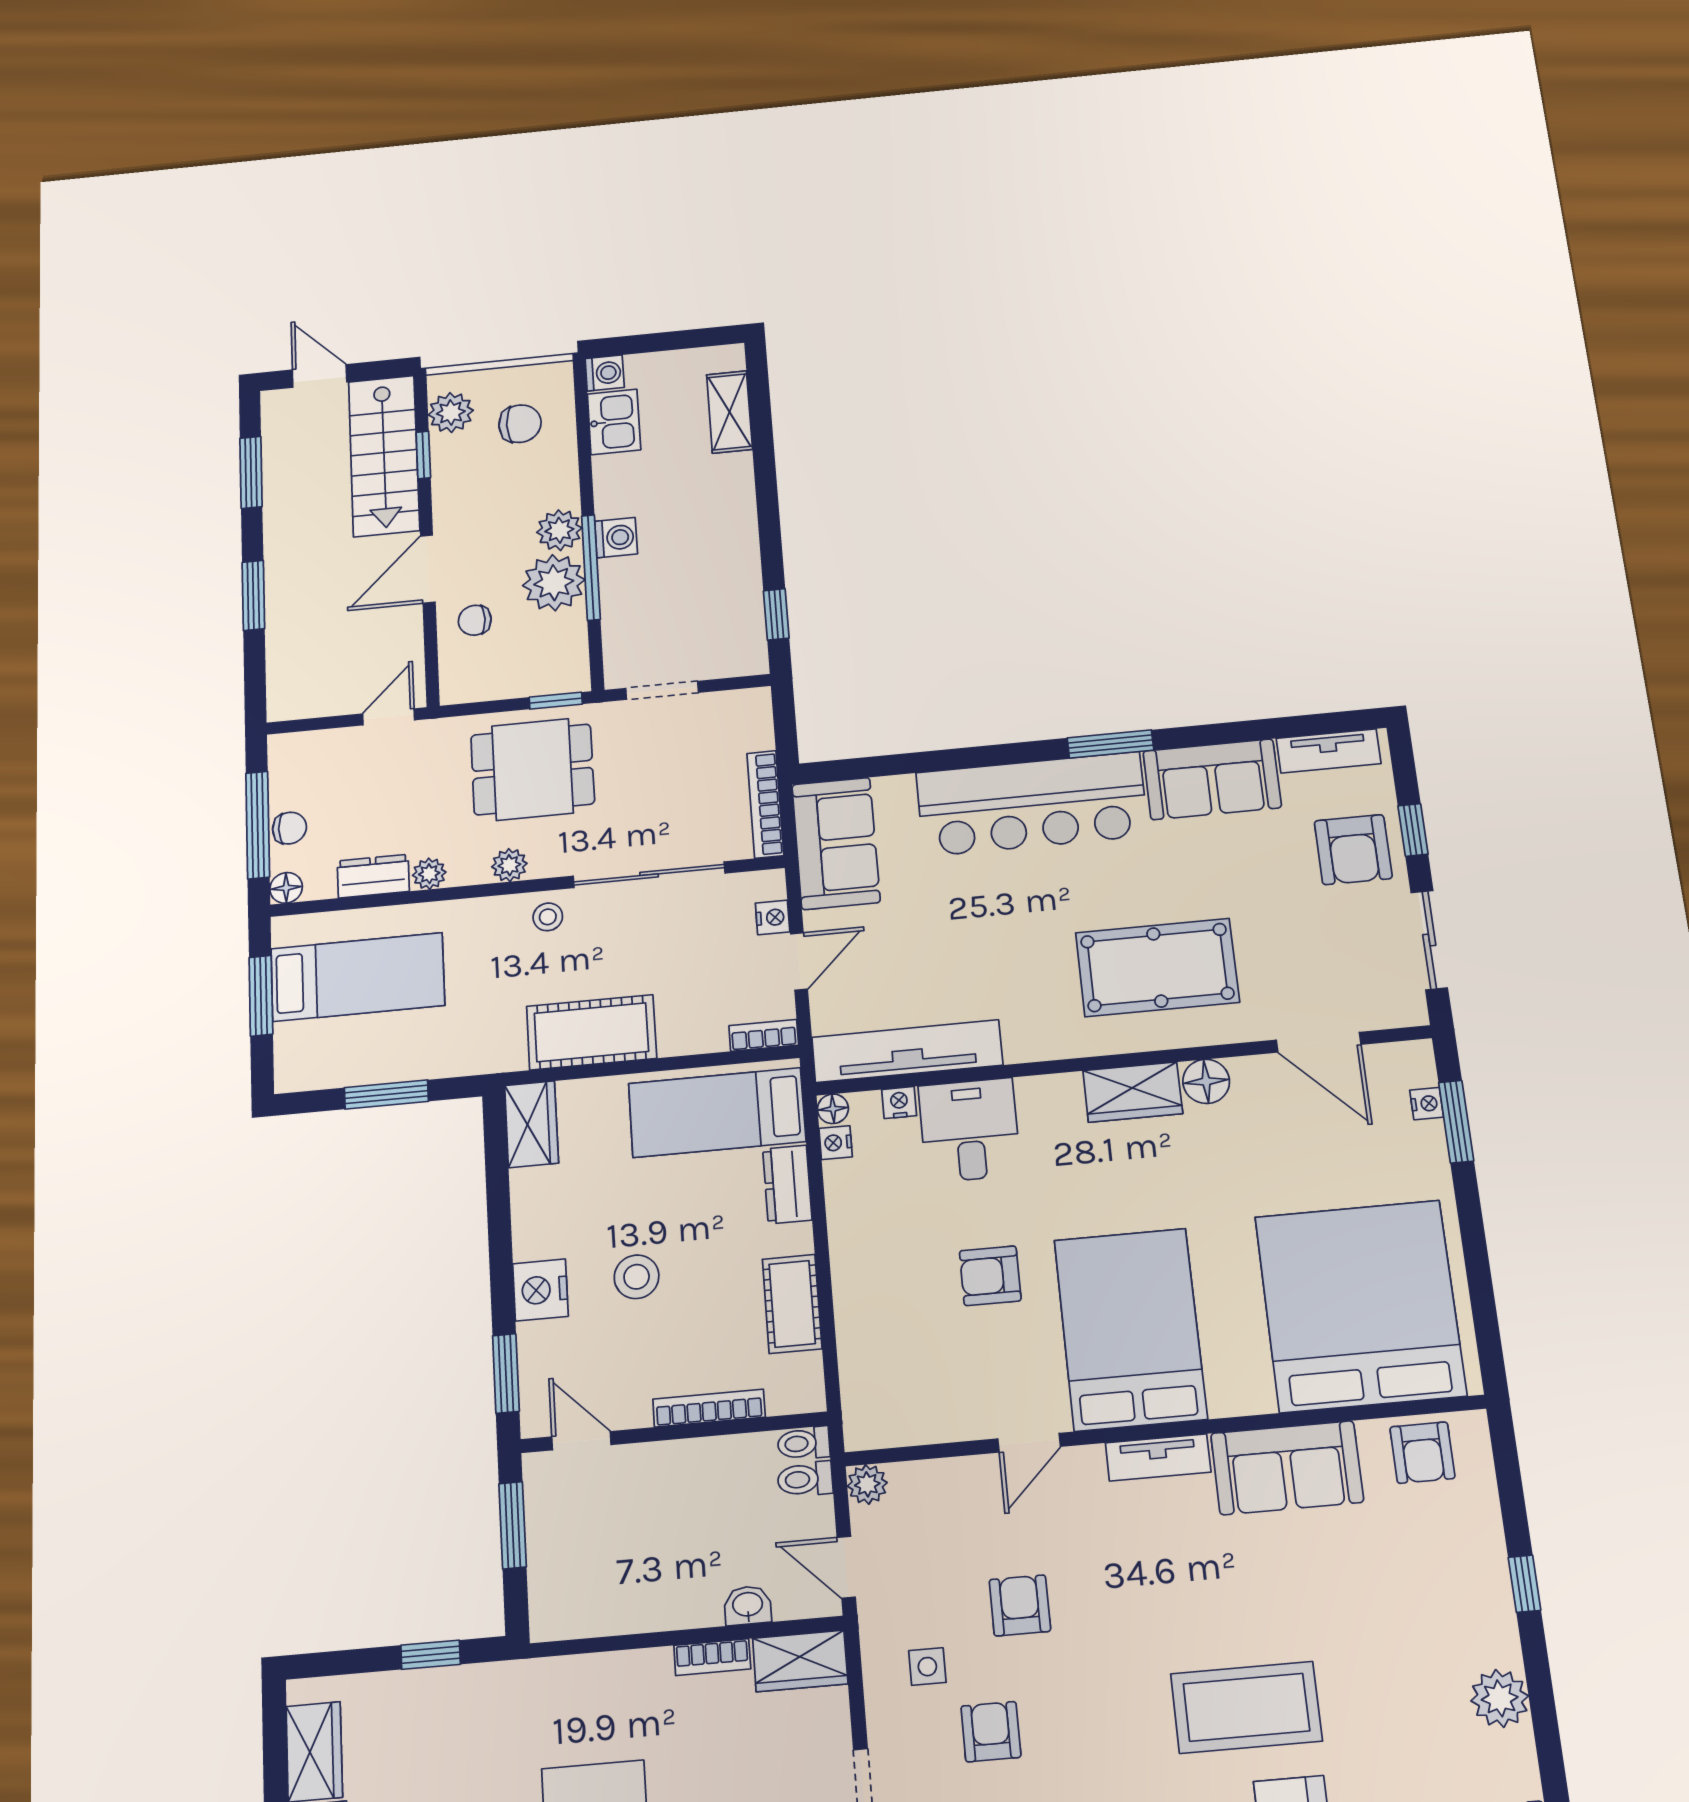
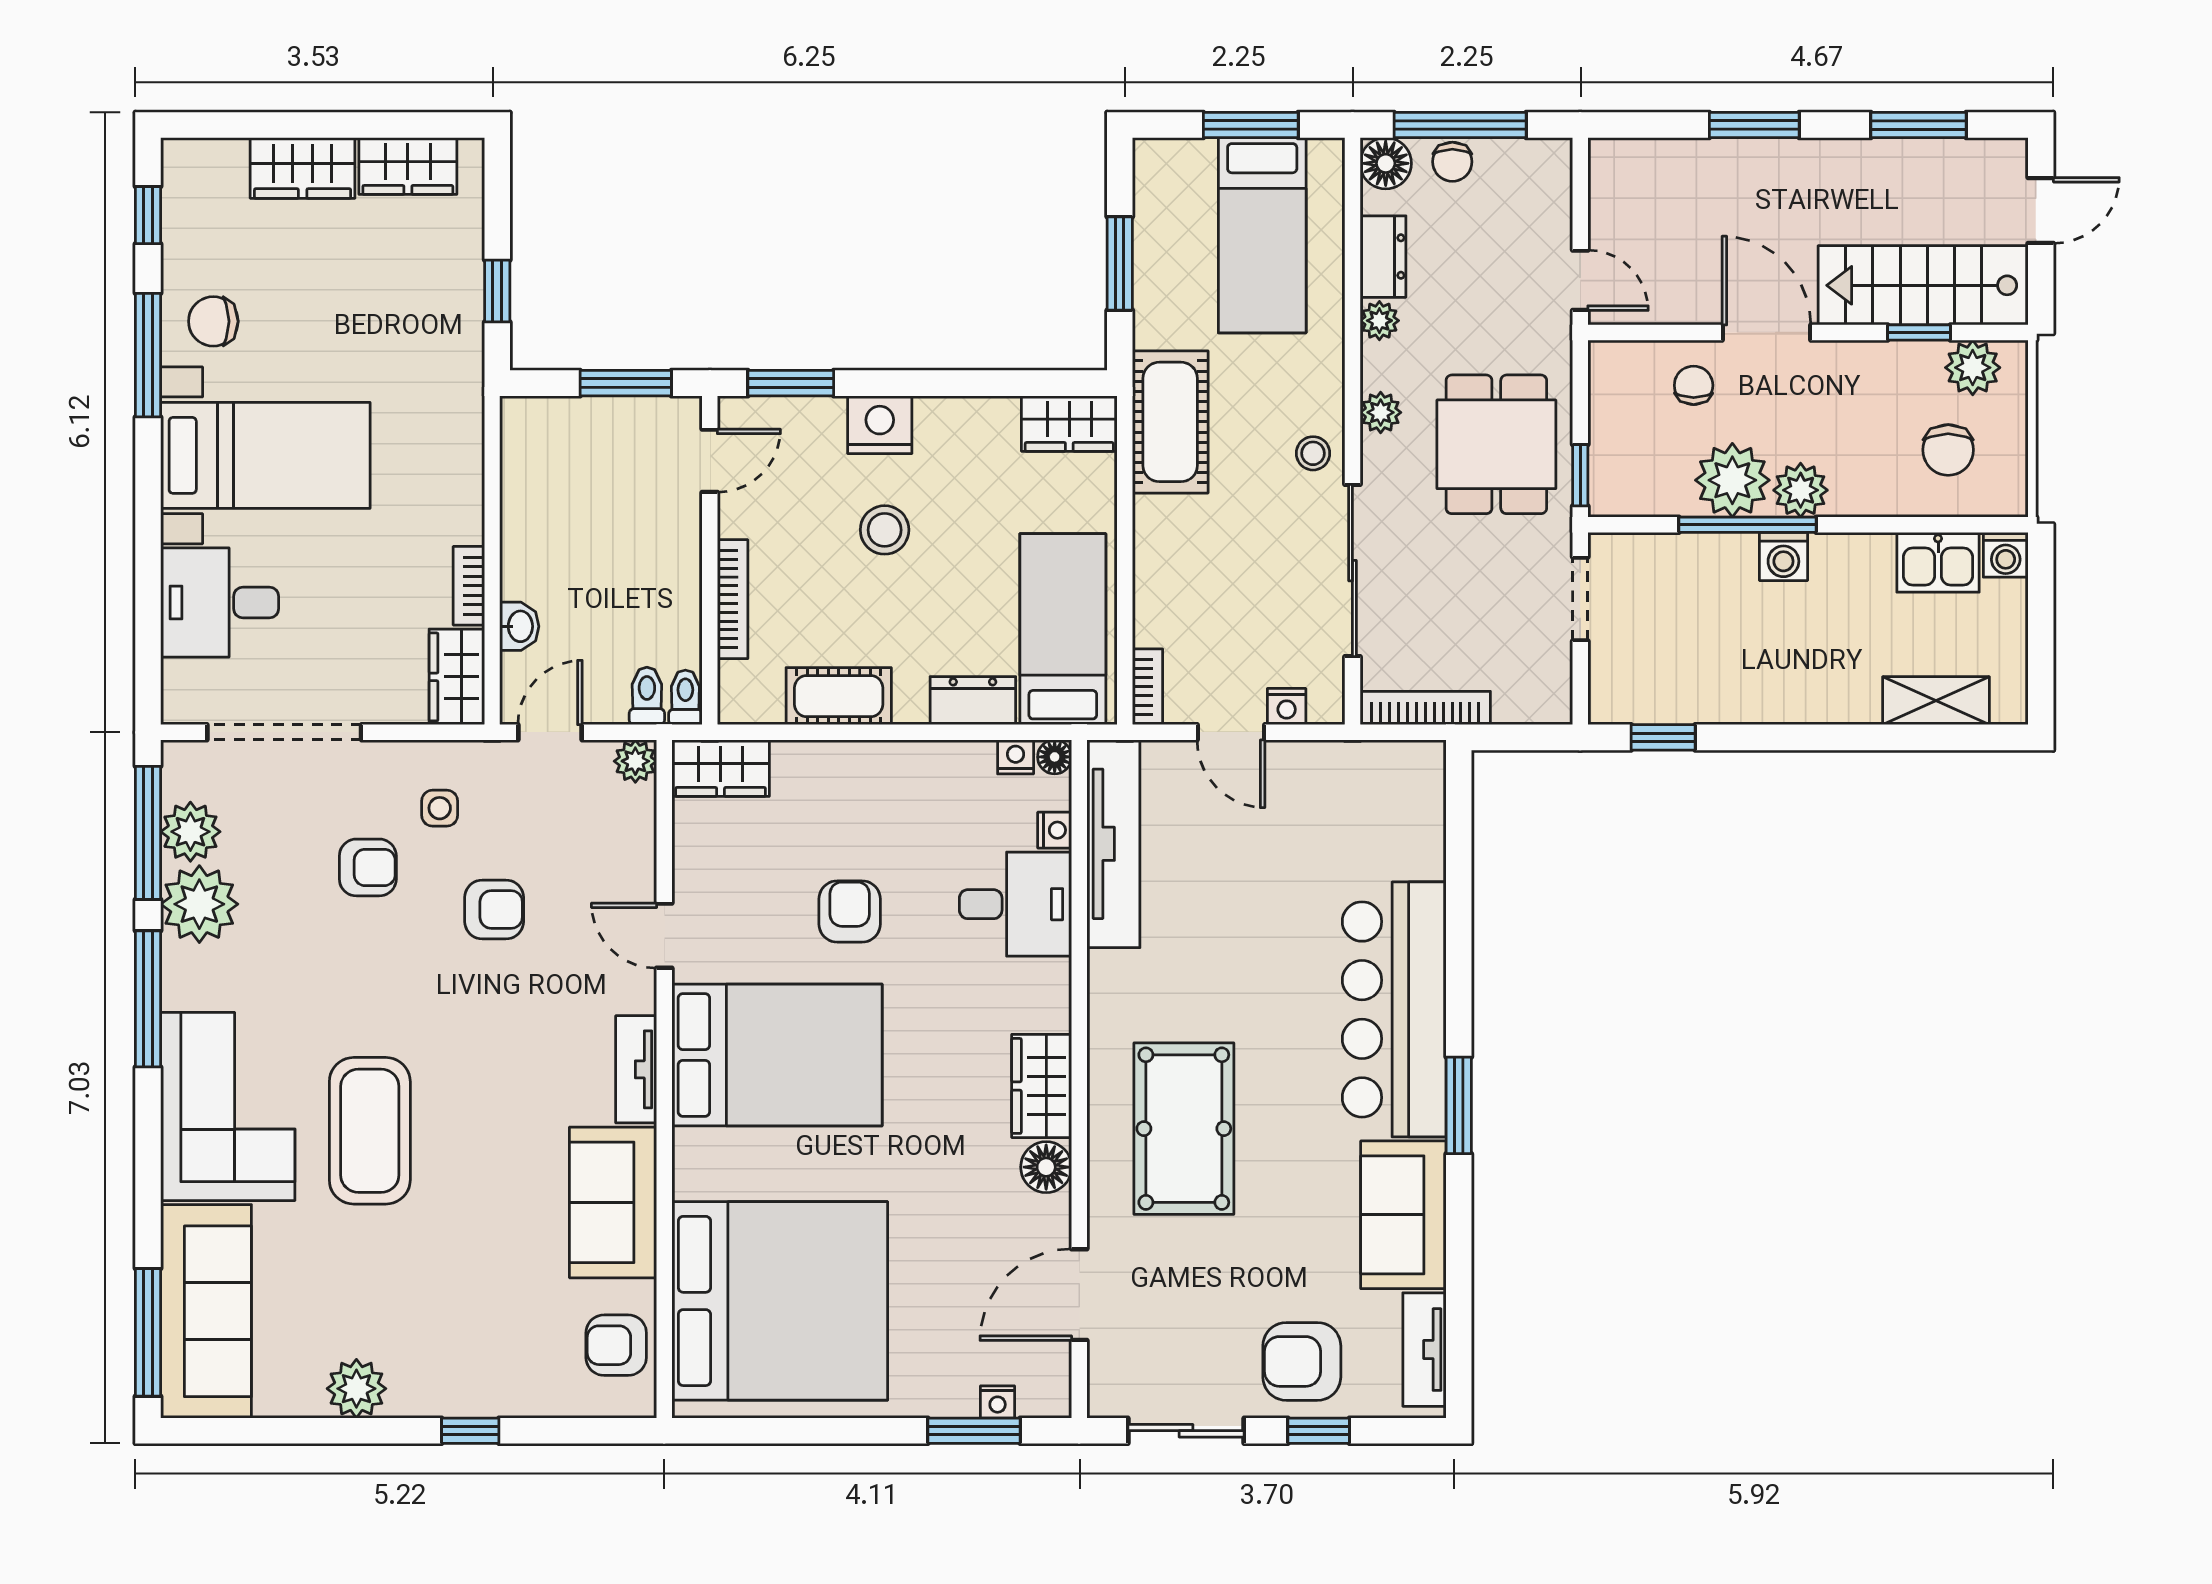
sofa: (836, 843) -> (1369, 784), removed
floor lamp: (286, 888) -> (1386, 163), width x1.37, depth x1.37
cot: (591, 1032) -> (1170, 422), moved
wardrobe: (867, 1405) -> (721, 768), added

